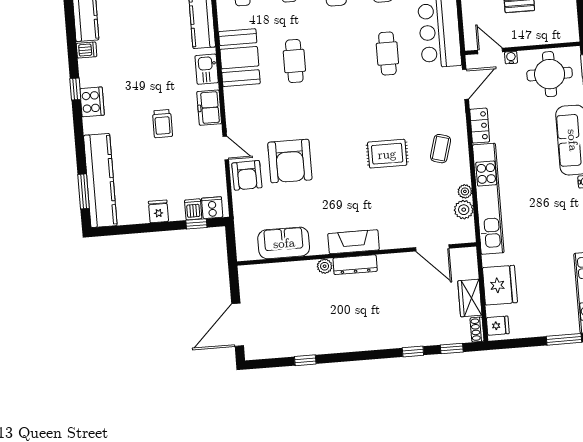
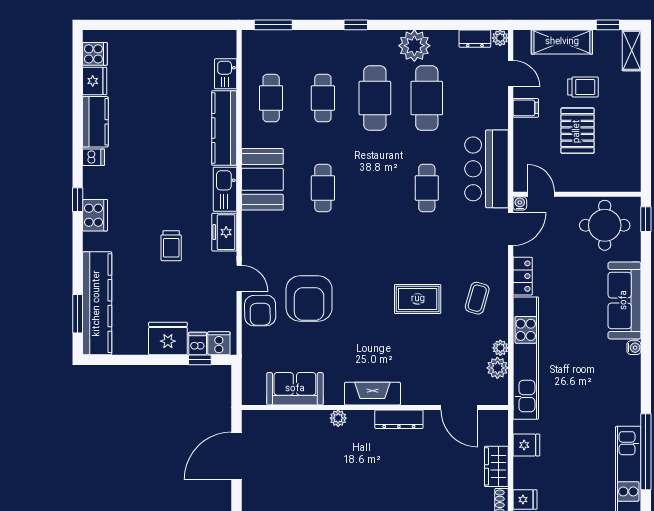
water cooler: (511, 58) -> (520, 203), moved
kitchen sink: (207, 69) -> (225, 189), width x1.38
fridge: (158, 211) -> (168, 338), width x1.88, depth x1.34
dresser: (355, 265) -> (399, 419), moved
fridge: (500, 285) -> (526, 445), width x0.53, depth x0.75
door: (238, 325) -> (237, 456), moved

